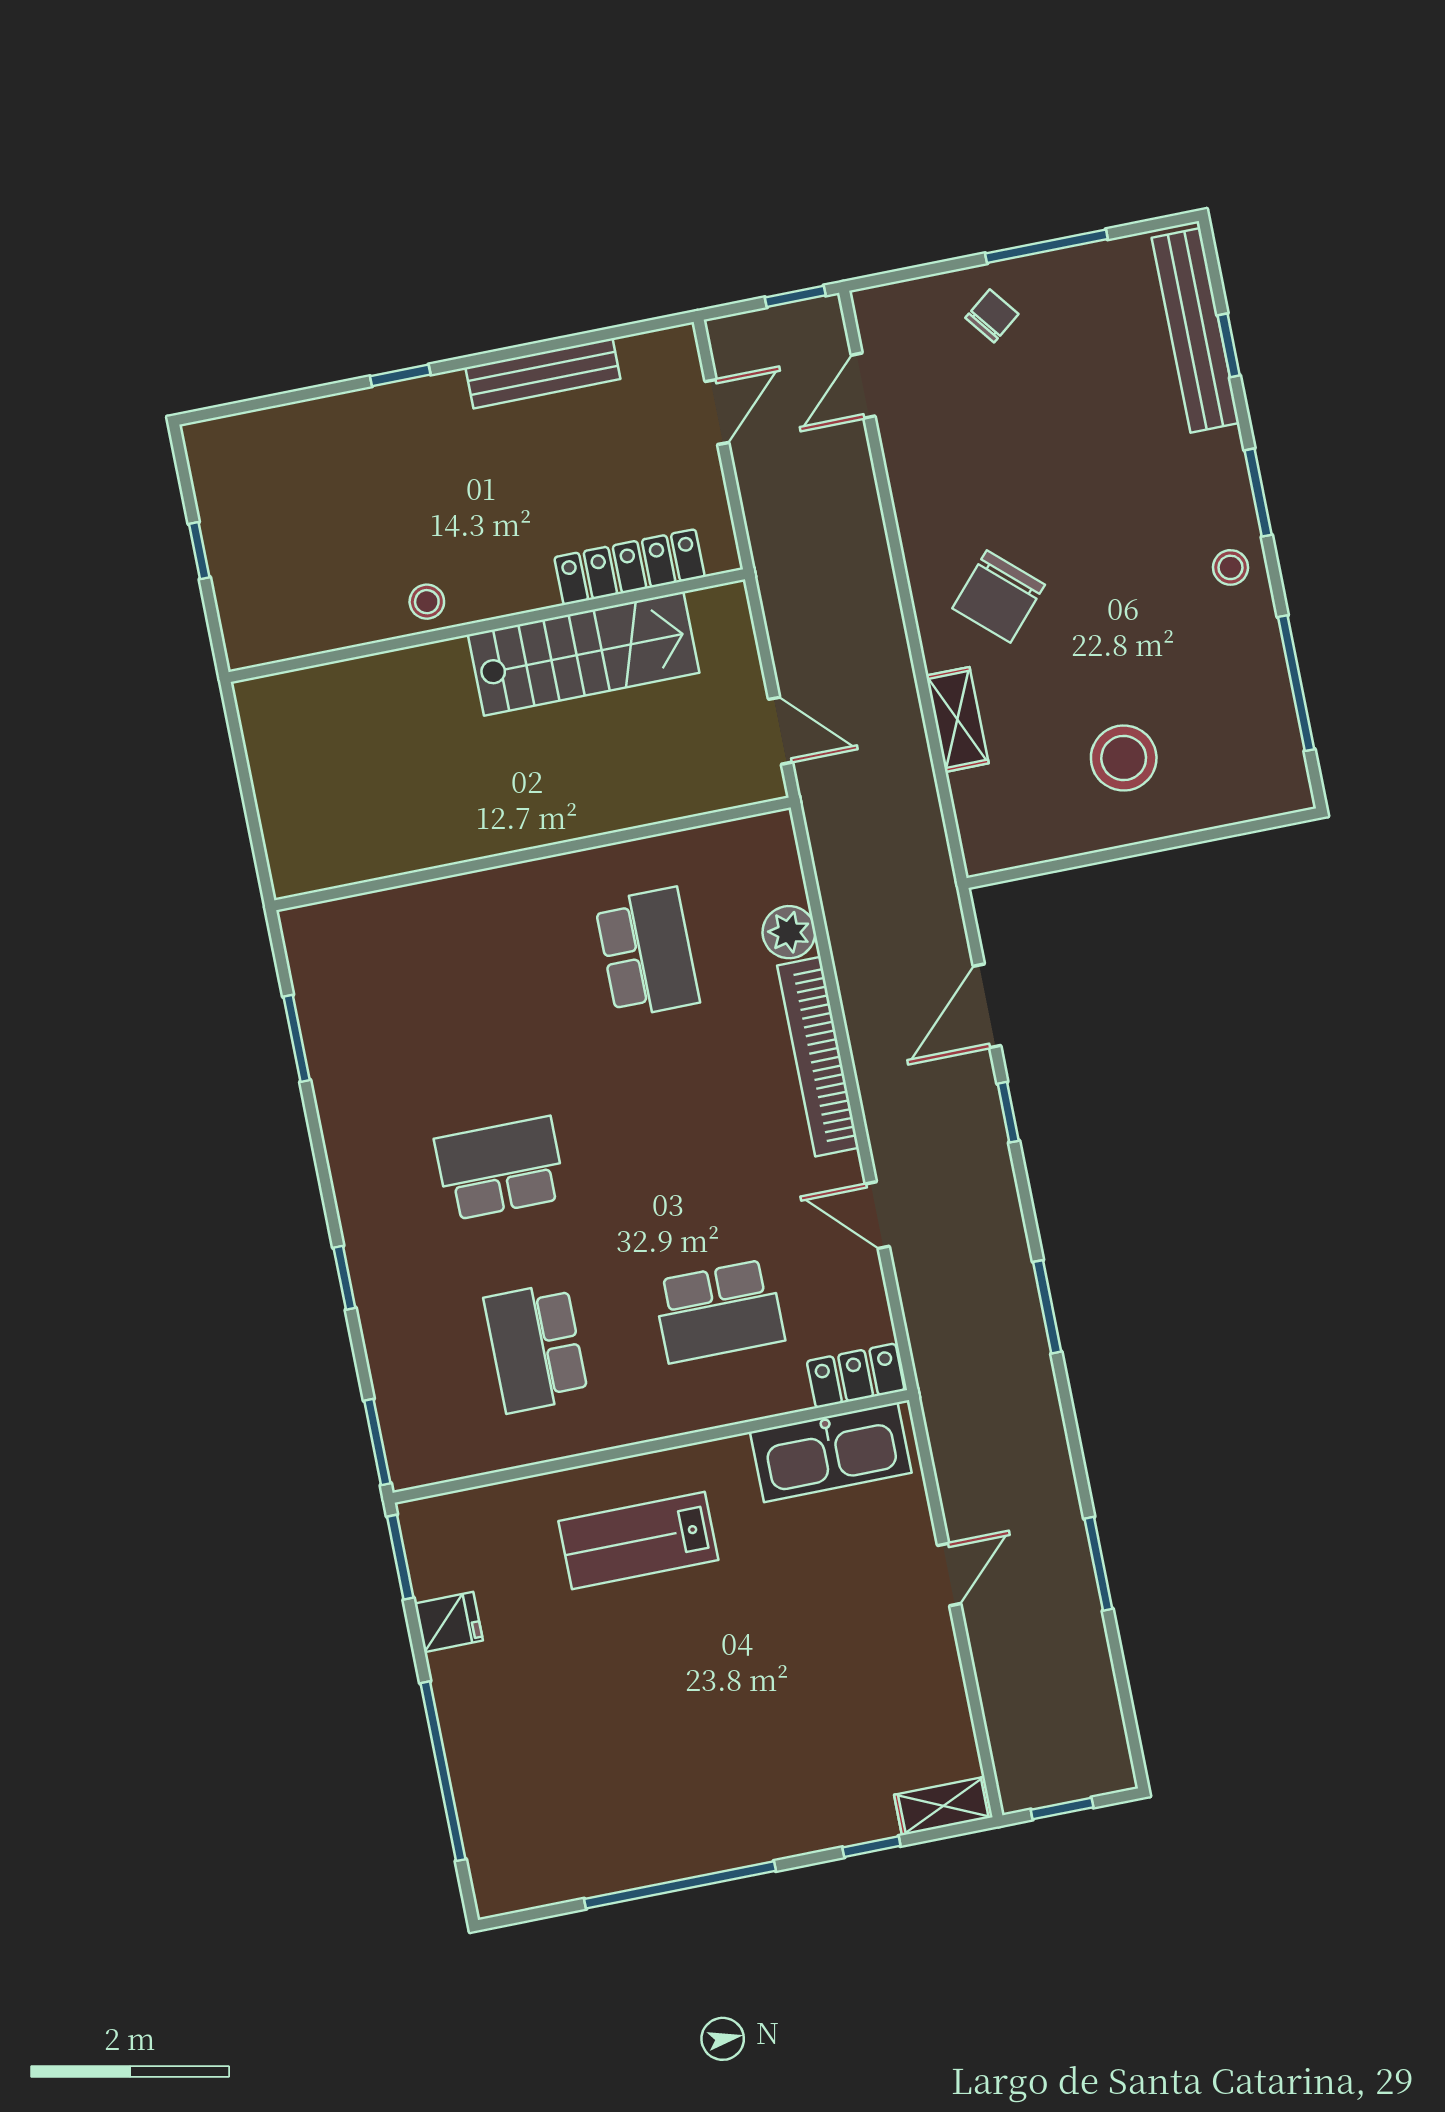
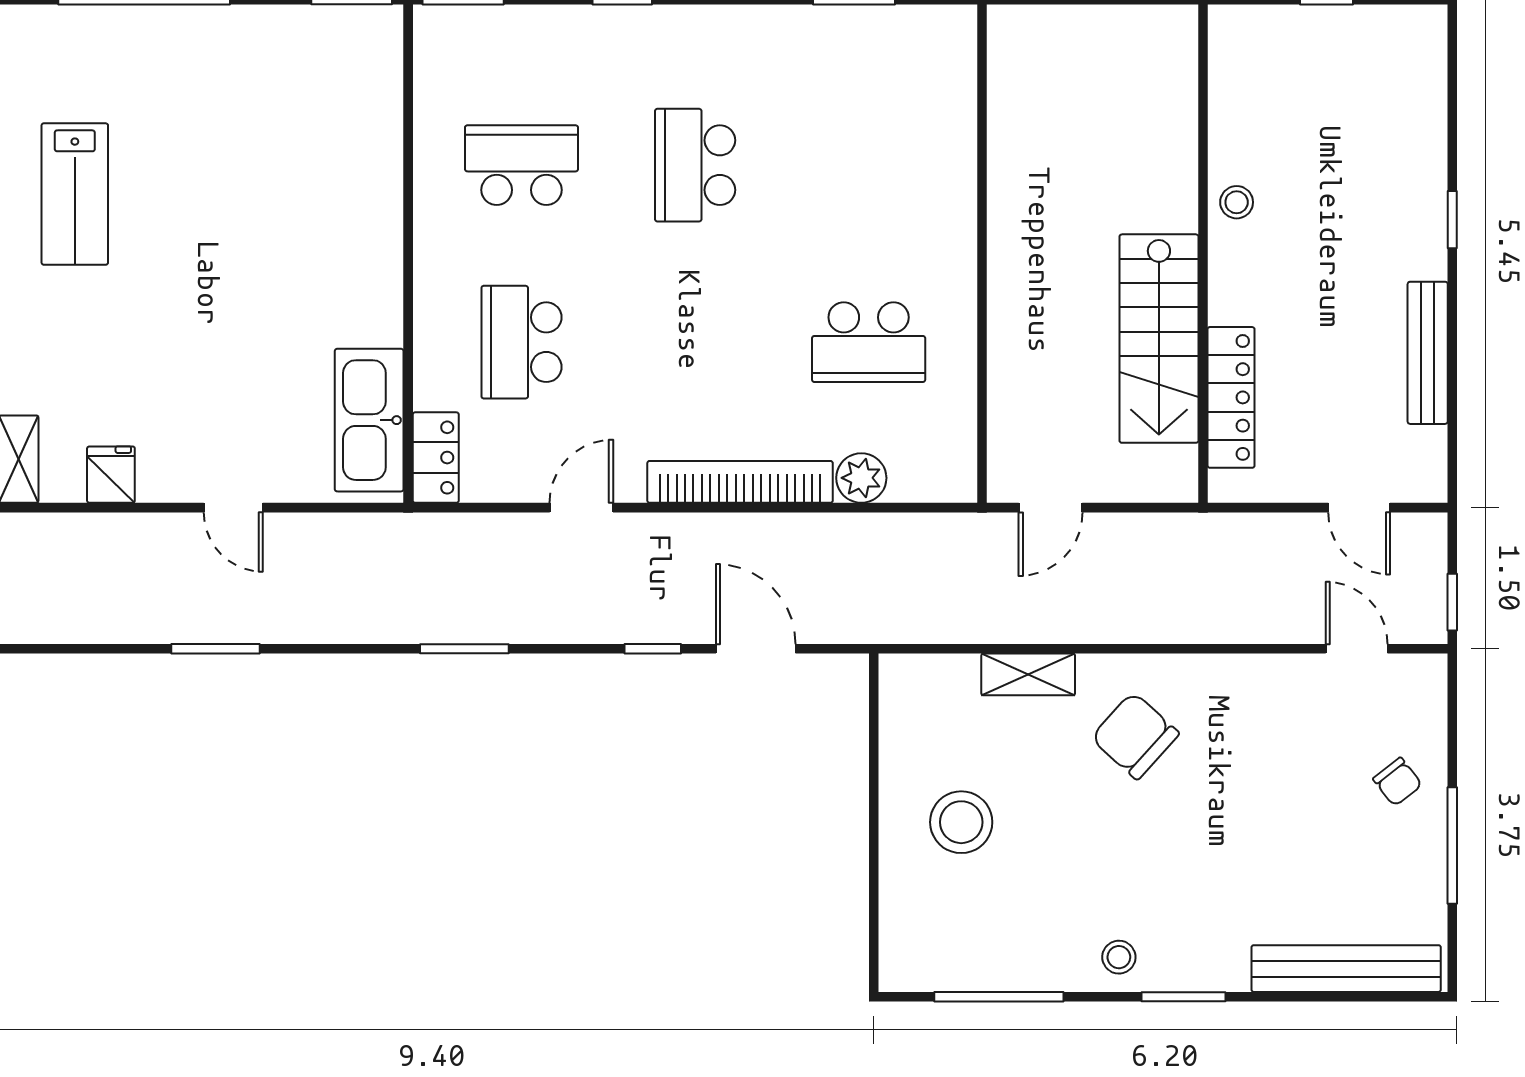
window: (1229, 345) -> (1326, 997), removed
school desk: (500, 1168) -> (695, 165), turned 180
lab bench: (638, 1540) -> (75, 194), moved, turned 180
fridge: (449, 1622) -> (111, 475), moved, turned 180

